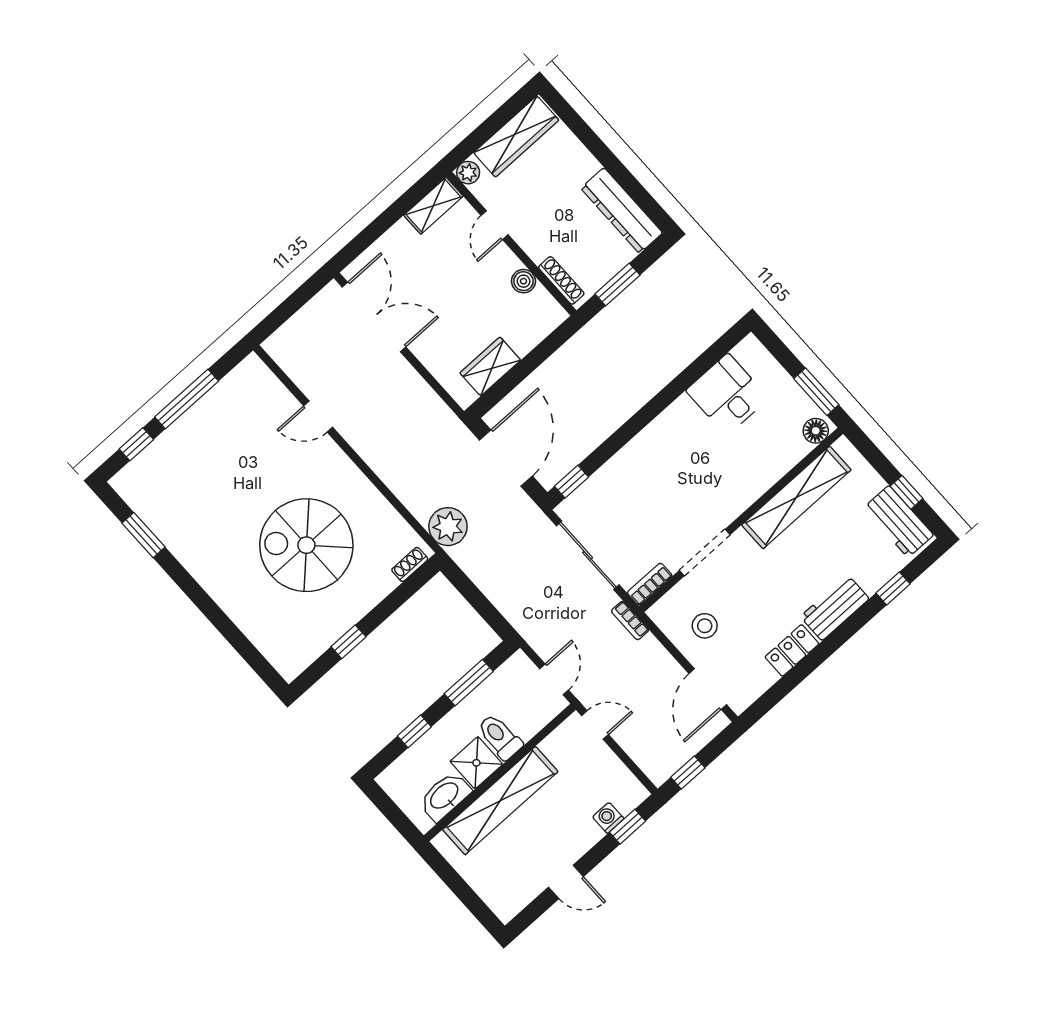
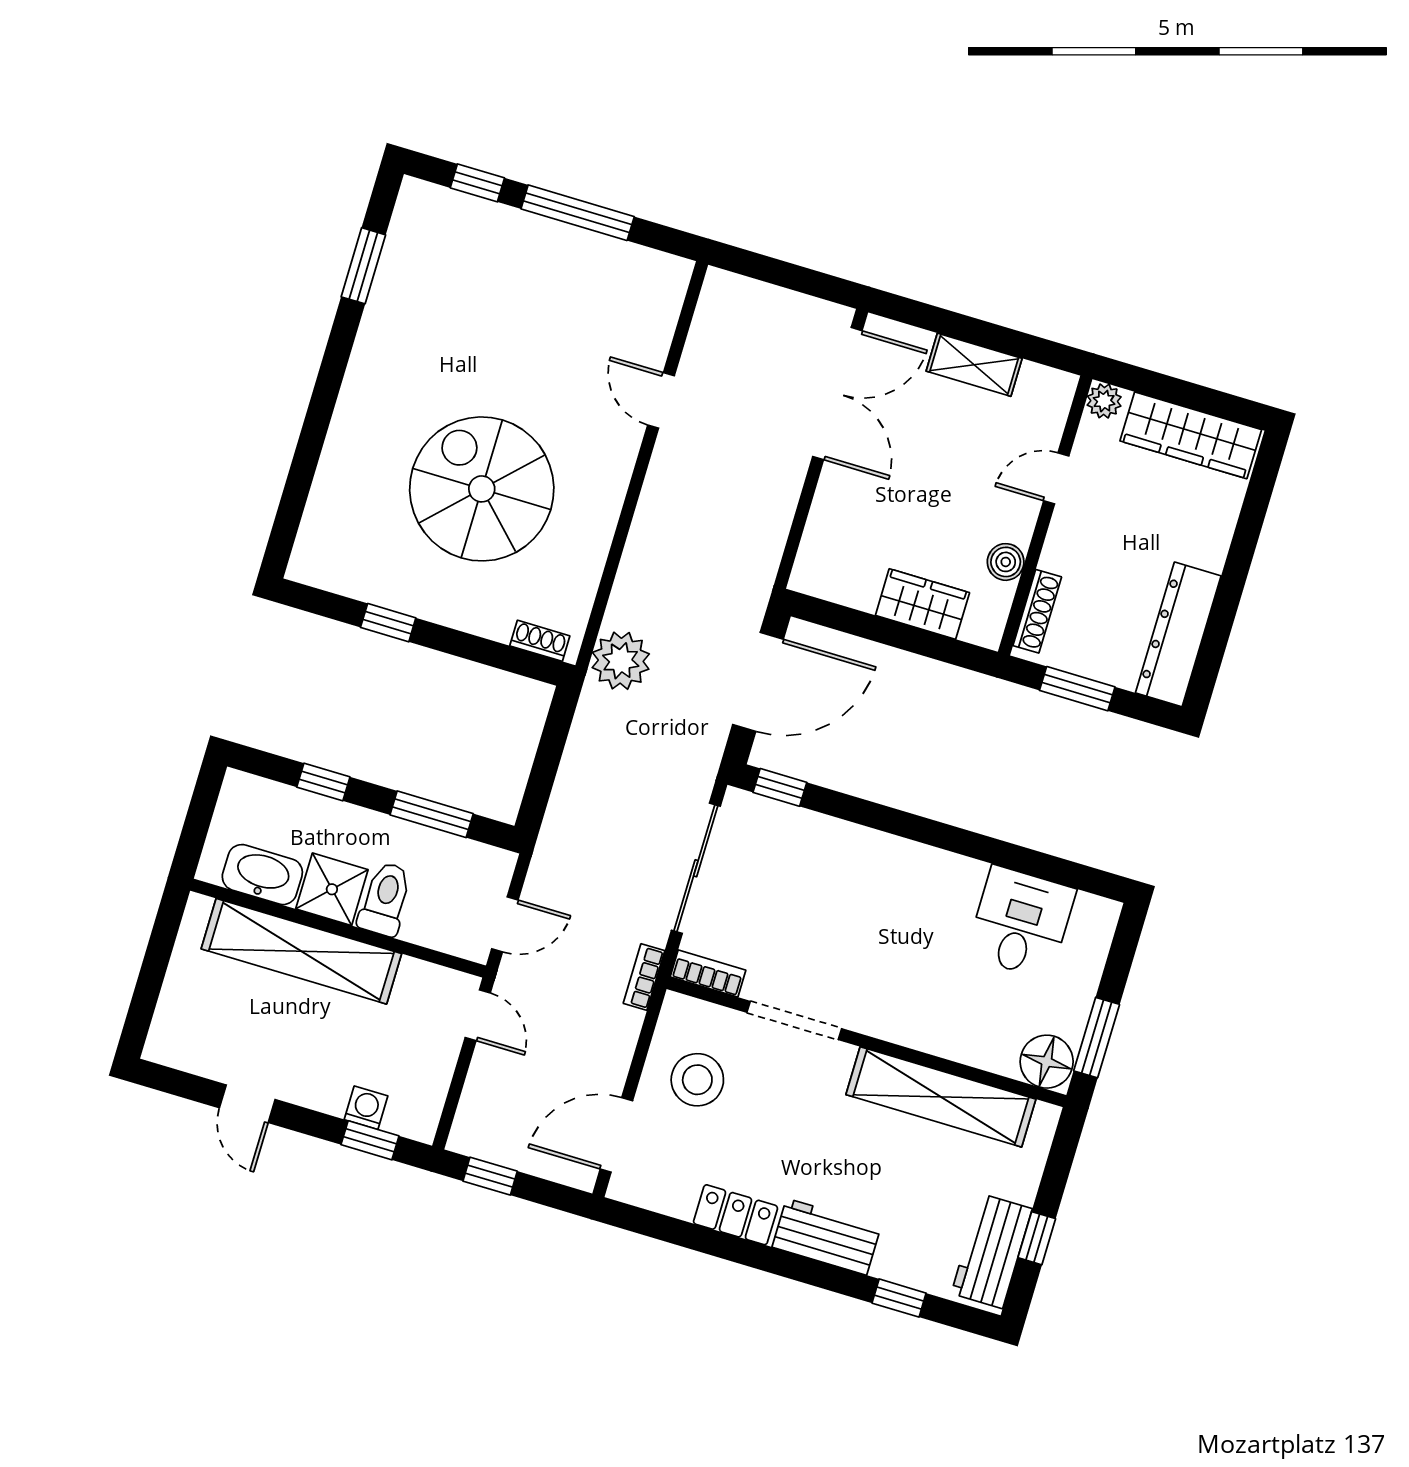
shelving: (433, 206) -> (974, 365), moved
wardrobe: (490, 366) -> (922, 604), moved
floor lamp: (816, 431) -> (1047, 1062), width x1.38, depth x1.38
stool: (705, 626) -> (697, 1080), width x1.38, depth x1.38

